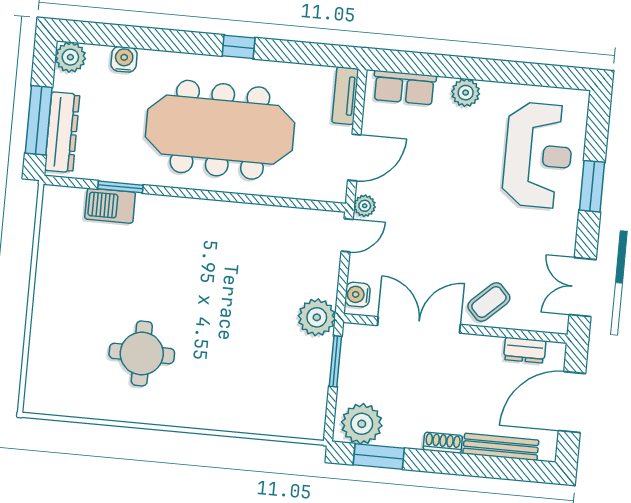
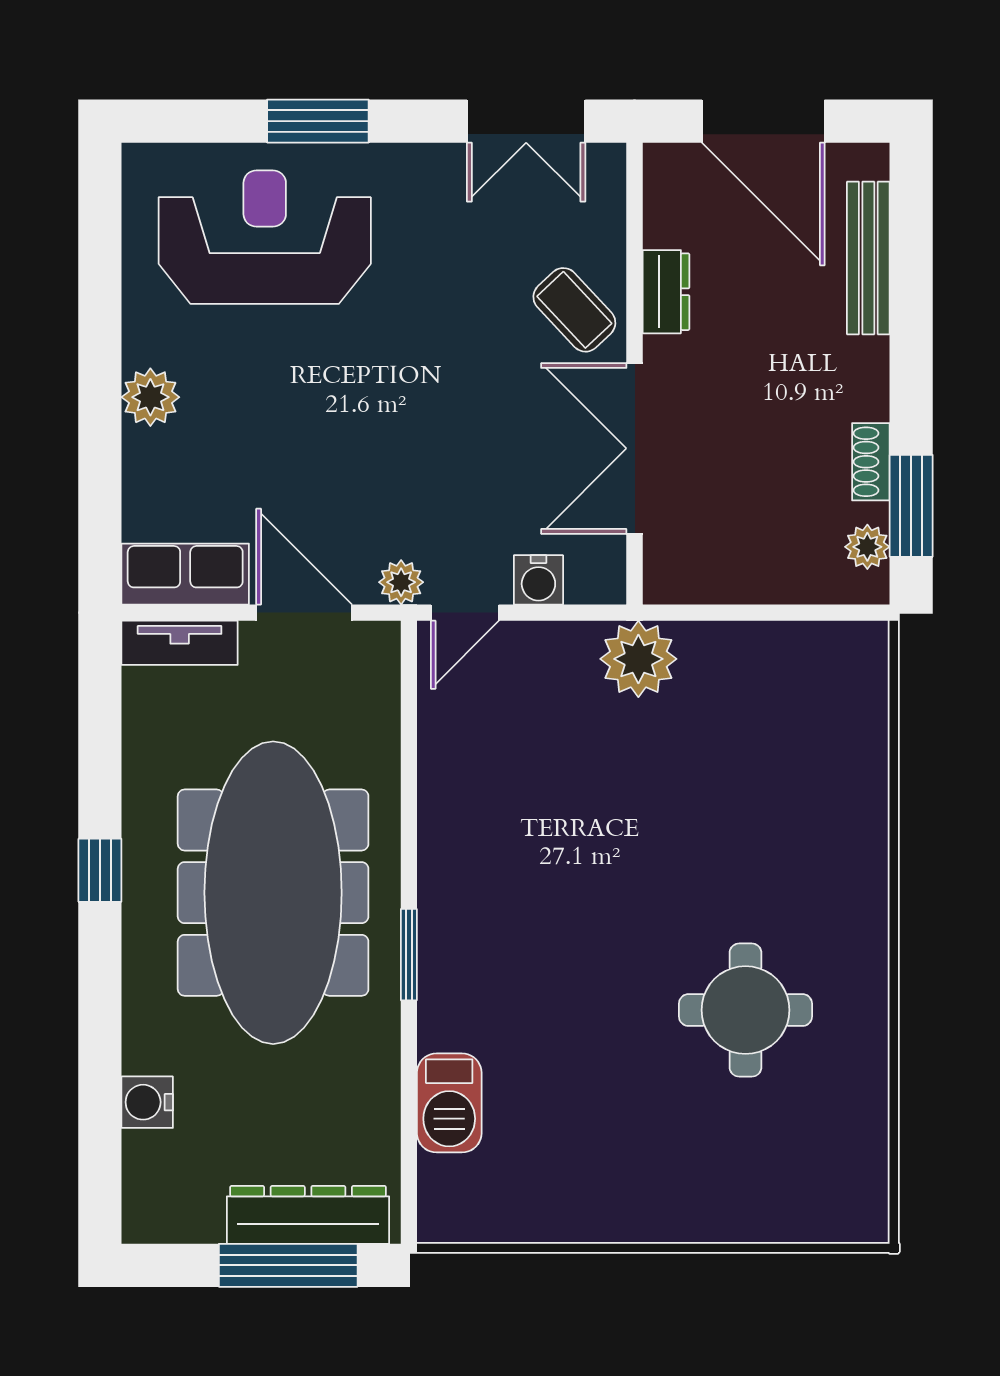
plant: (70, 57) -> (153, 1212), removed
row of seats: (404, 88) -> (185, 574), moved, turned -90
window: (120, 187) -> (409, 955), moved
door: (347, 235) -> (465, 613), swing flipped
water cooler: (358, 295) -> (538, 580), moved
dresser: (525, 350) -> (666, 292), moved
window: (335, 361) -> (725, 613), removed
plant: (362, 424) -> (867, 547), width x0.53, depth x0.53
shoe rack: (443, 443) -> (871, 462), moved

